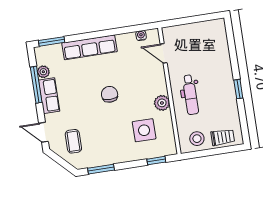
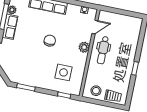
door: (164, 53) -> (95, 27), swing flipped
dental chair: (190, 95) -> (103, 50), moved
plant: (162, 103) -> (84, 47), moved
coffee table: (73, 141) -> (15, 62), removed

